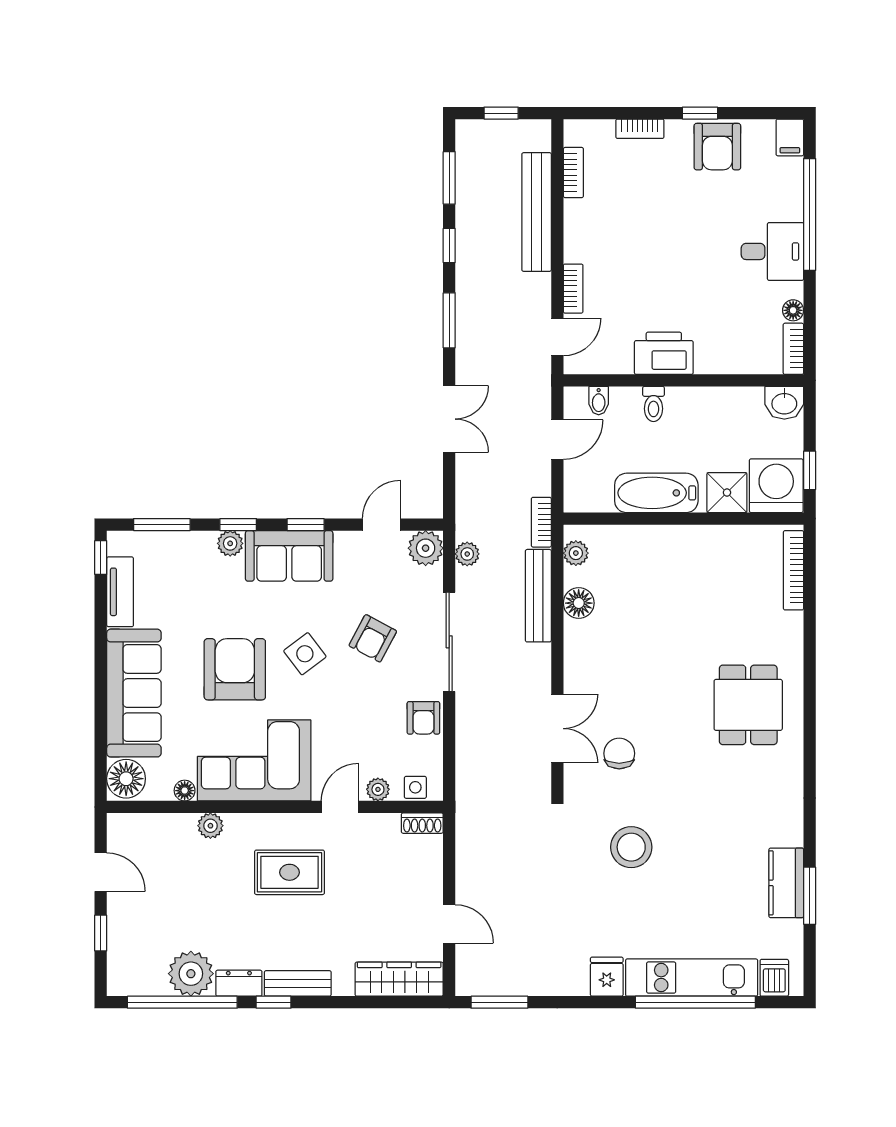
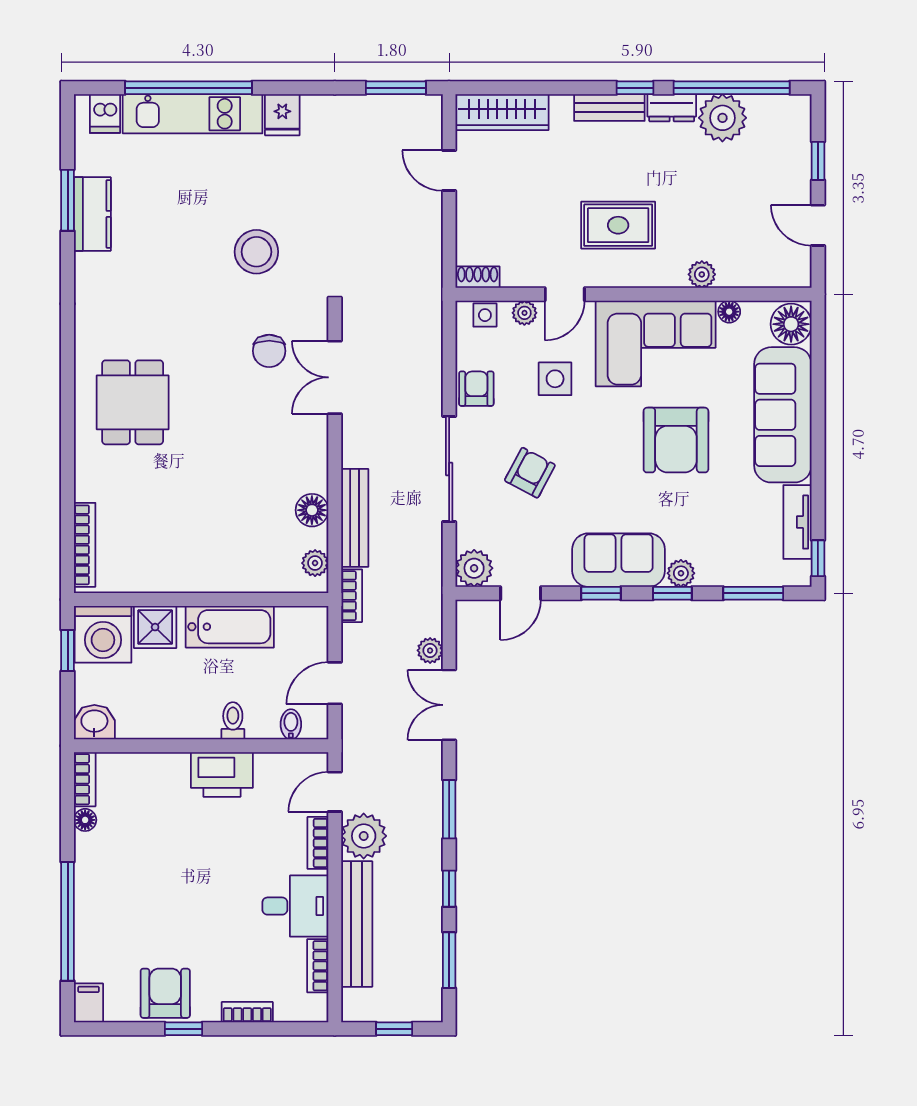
desk: (772, 251) -> (295, 906), moved, turned 180
plant: (530, 295) -> (364, 836), added
plant: (467, 554) -> (430, 650), moved
side table: (305, 654) -> (555, 379), moved, turned 37

